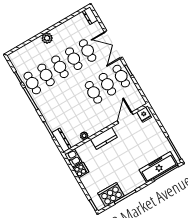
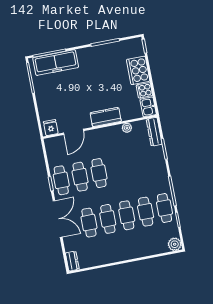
plant: (47, 38) -> (175, 244), moved
cooker: (111, 195) -> (138, 70), moved, turned 90

